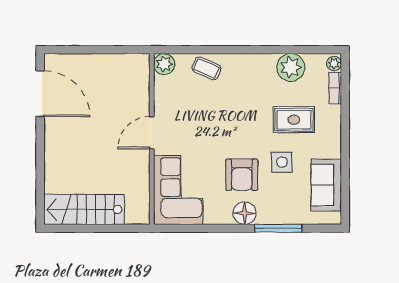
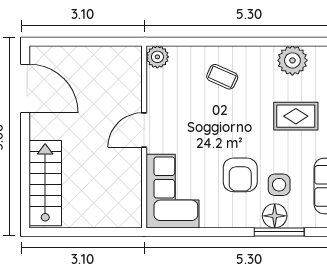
coffee table: (206, 68) -> (222, 77), moved
side table: (282, 162) -> (279, 185), moved
stairs: (84, 209) -> (45, 183), moved, turned 90
floor lamp: (245, 213) -> (275, 216), moved

